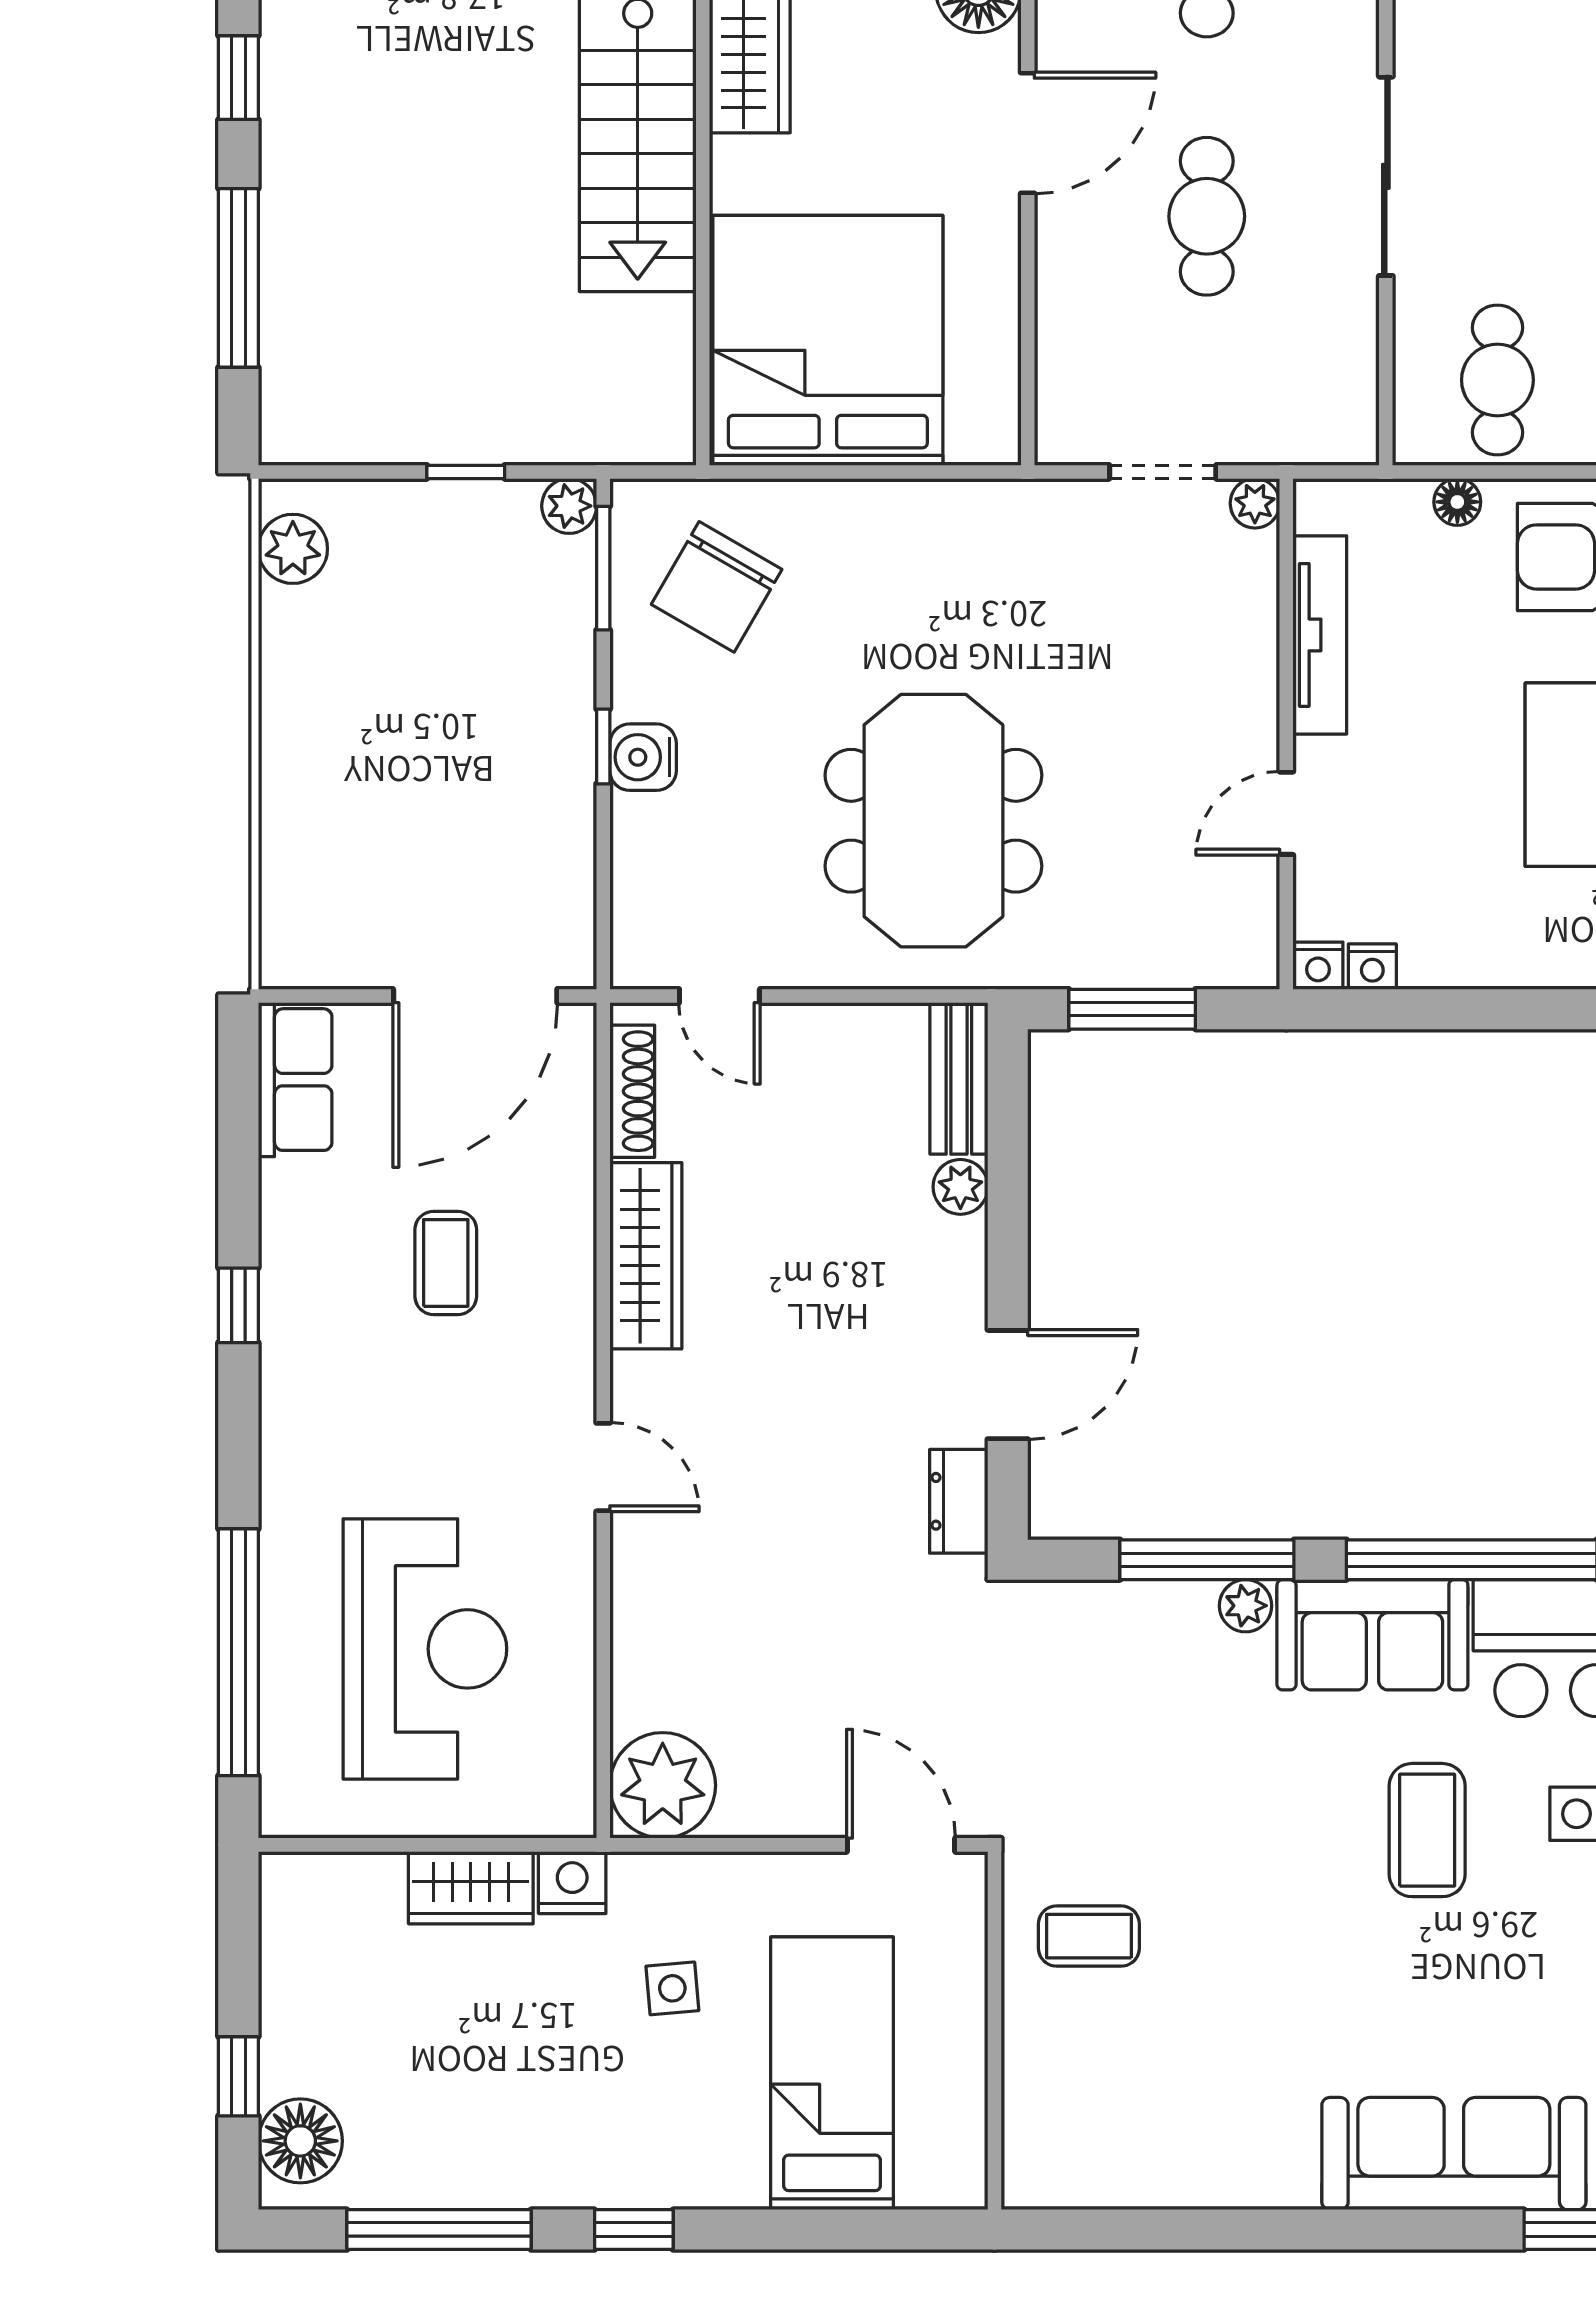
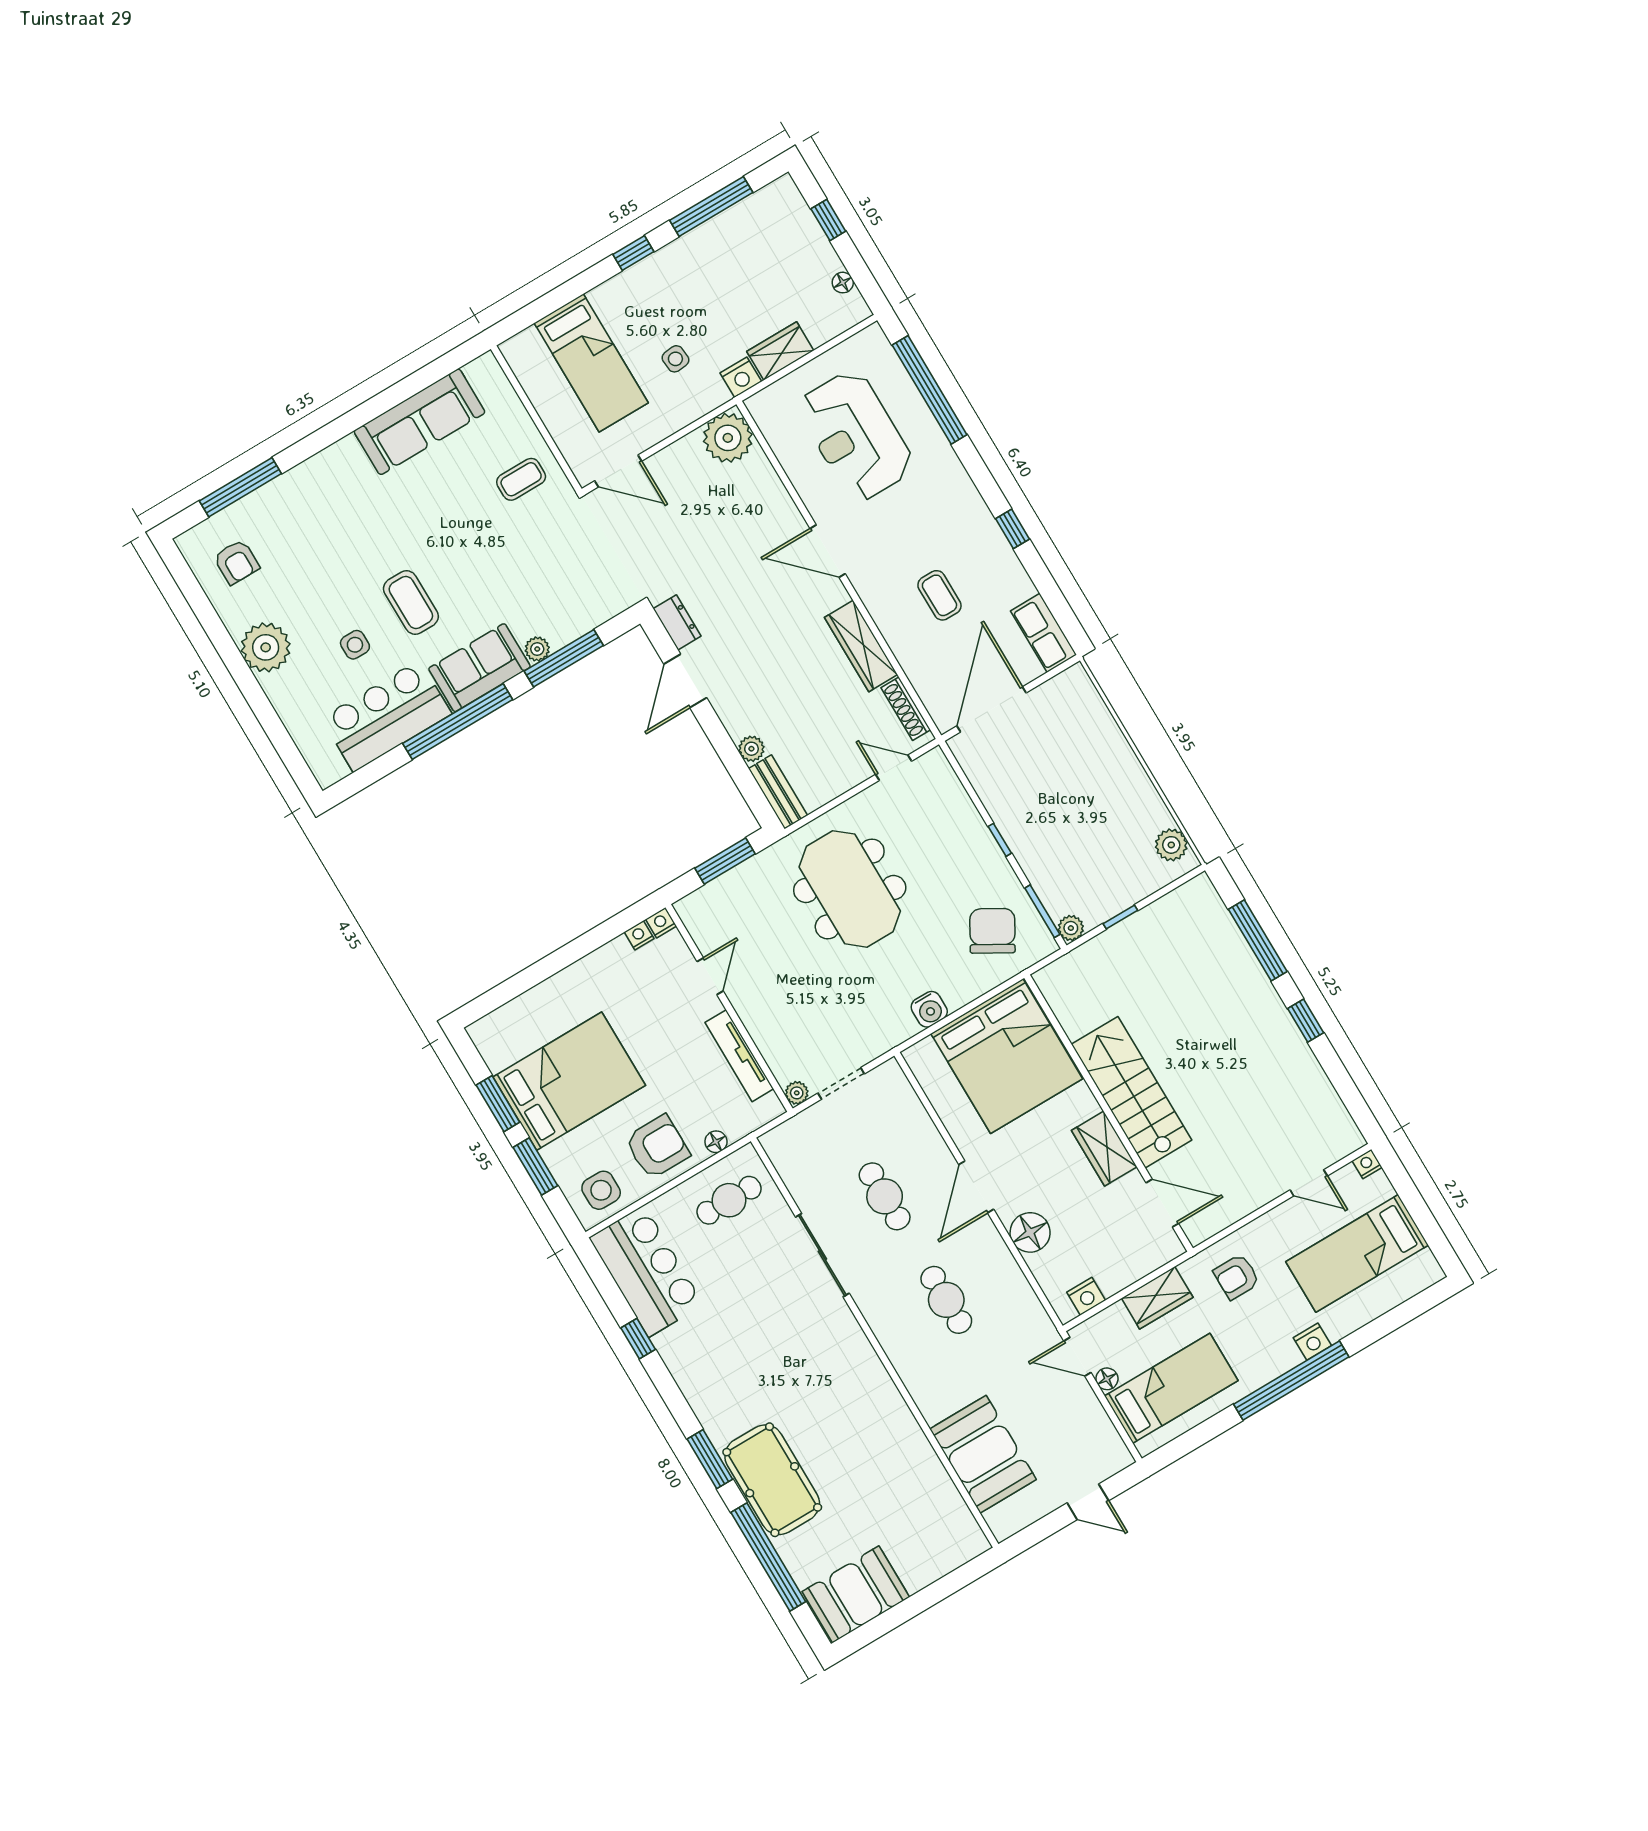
cafe table: (1497, 380) -> (729, 1200), turned 90
water cooler: (643, 757) -> (929, 1009), moved, turned 90
door: (603, 1467) -> (828, 551), width x1.38
floor lamp: (300, 2141) -> (843, 283), moved, width x0.53, depth x0.53
sofa: (1454, 2154) -> (419, 422), moved

